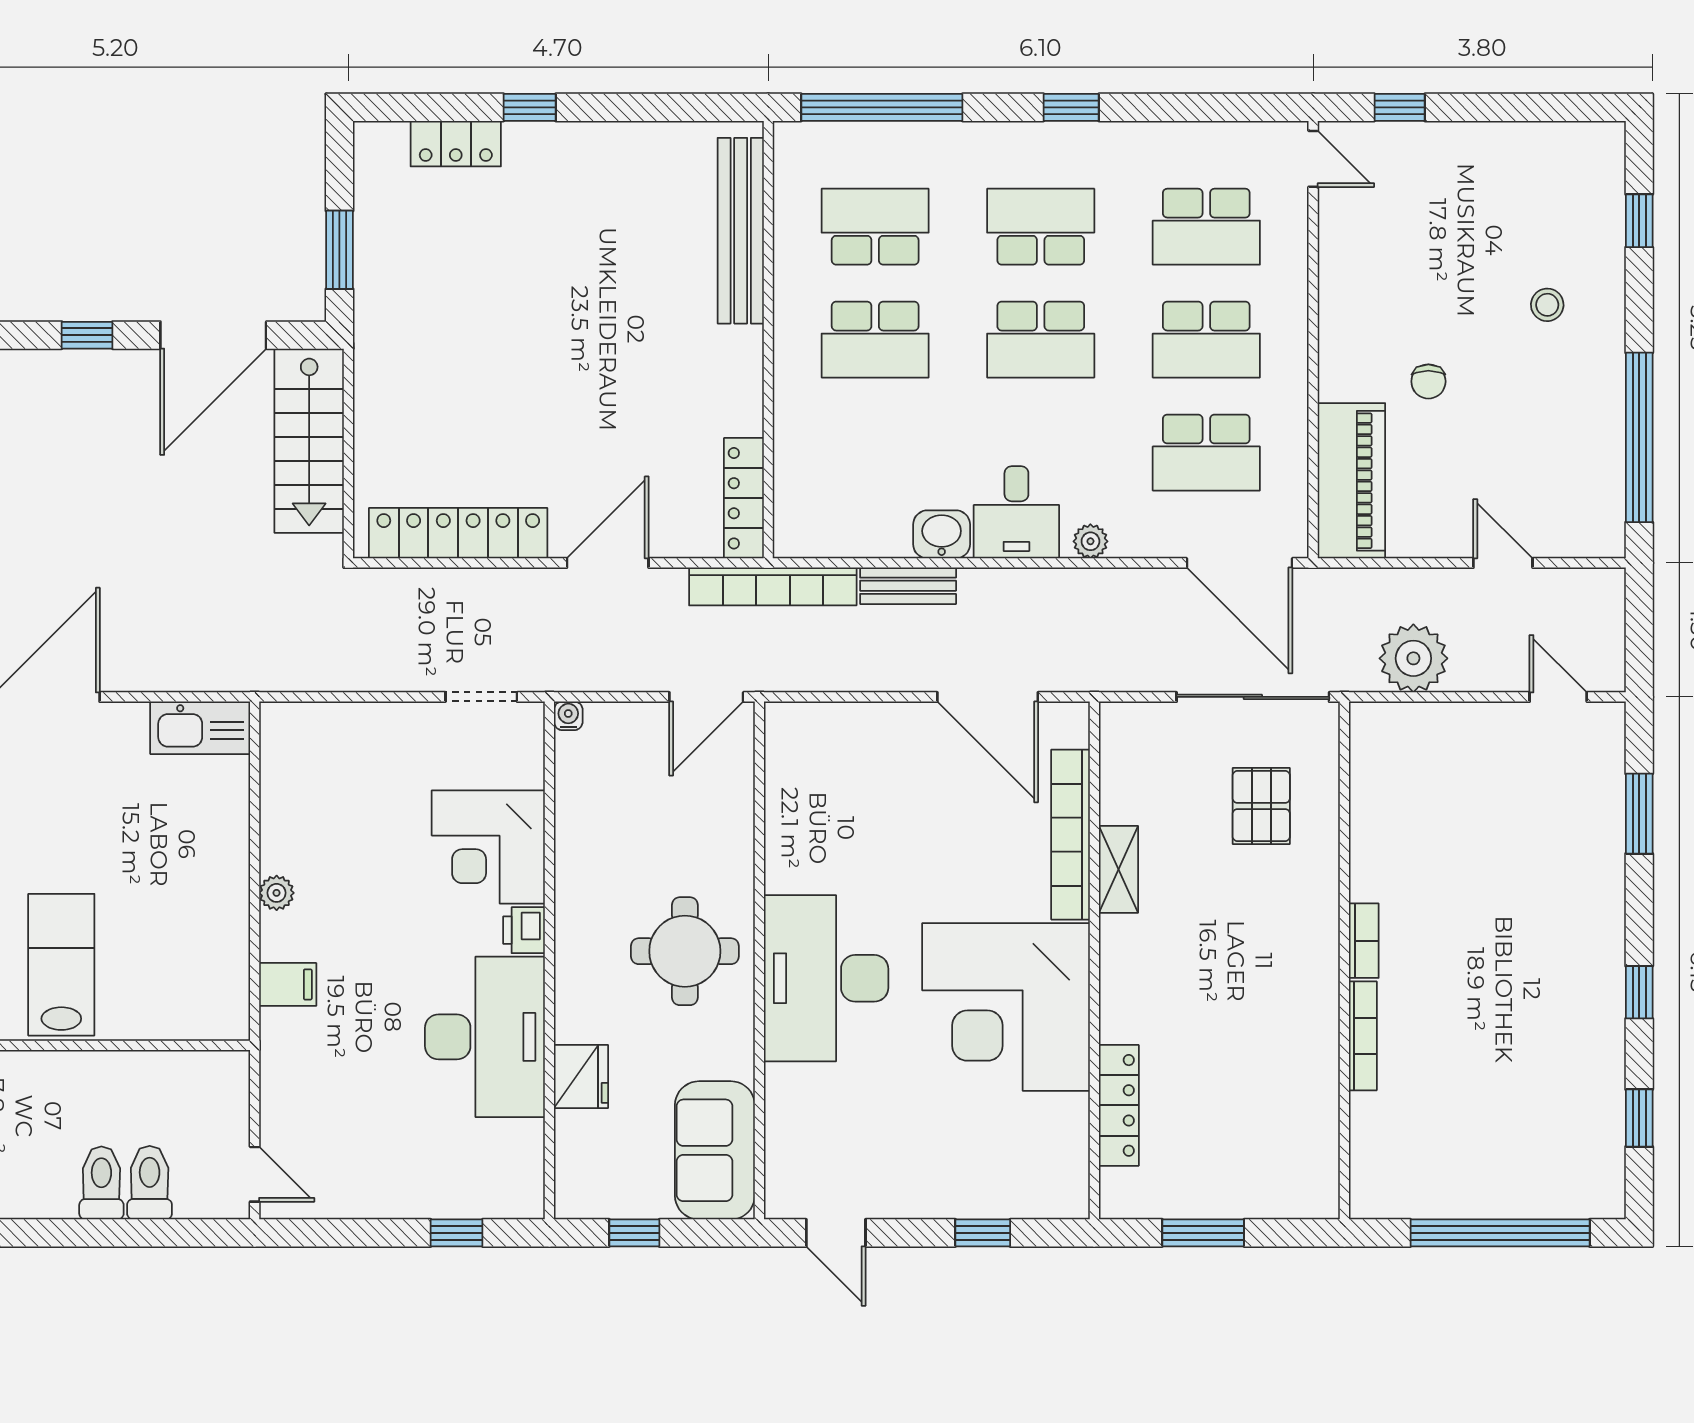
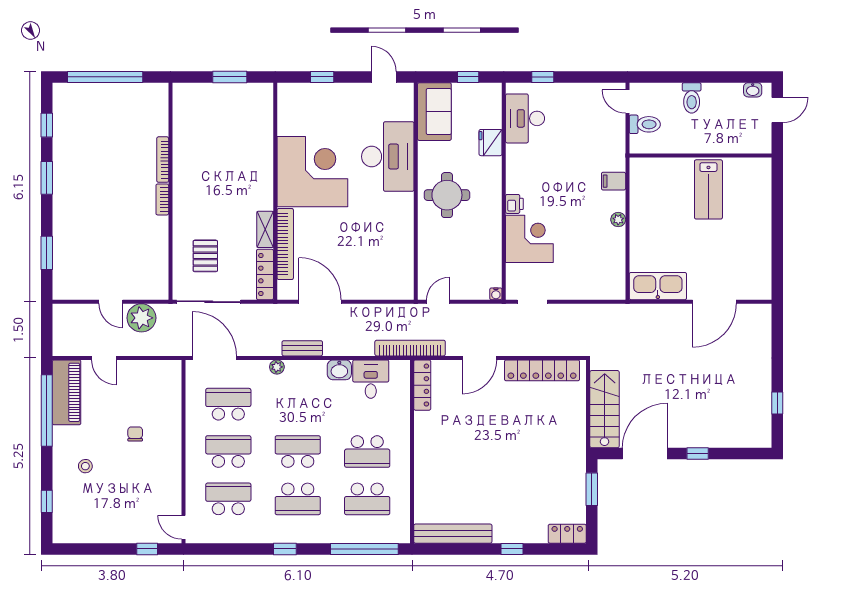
locker: (456, 144) -> (567, 534), moved
bench: (741, 231) -> (453, 534), moved, turned 90
school desk: (875, 340) -> (367, 452), turned 180
piano: (1351, 481) -> (67, 392), moved, turned 180
desk: (1016, 512) -> (371, 379), moved
bench: (908, 586) -> (302, 348), moved
door: (706, 697) -> (438, 302), width x0.73
door: (1558, 697) -> (111, 302), moved
kitchen sink: (200, 728) -> (658, 286), width x1.36, depth x1.24
desk: (826, 978) -> (388, 157), moved
window: (1639, 992) -> (47, 178), width x1.50
desk: (485, 1037) -> (525, 118), moved, width x0.73, depth x0.77
locker: (1119, 1105) -> (265, 274), moved
toilet: (150, 1183) -> (645, 124), moved, turned -90

